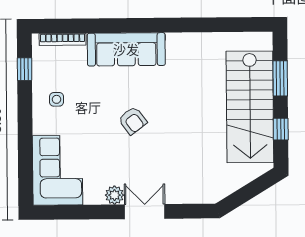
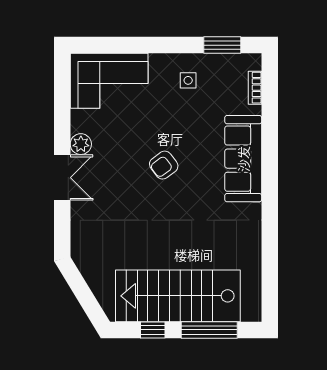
bookcase: (63, 39) -> (255, 88), width x0.64
window: (25, 69) -> (222, 45), width x1.50
window: (280, 78) -> (209, 330), width x1.44

